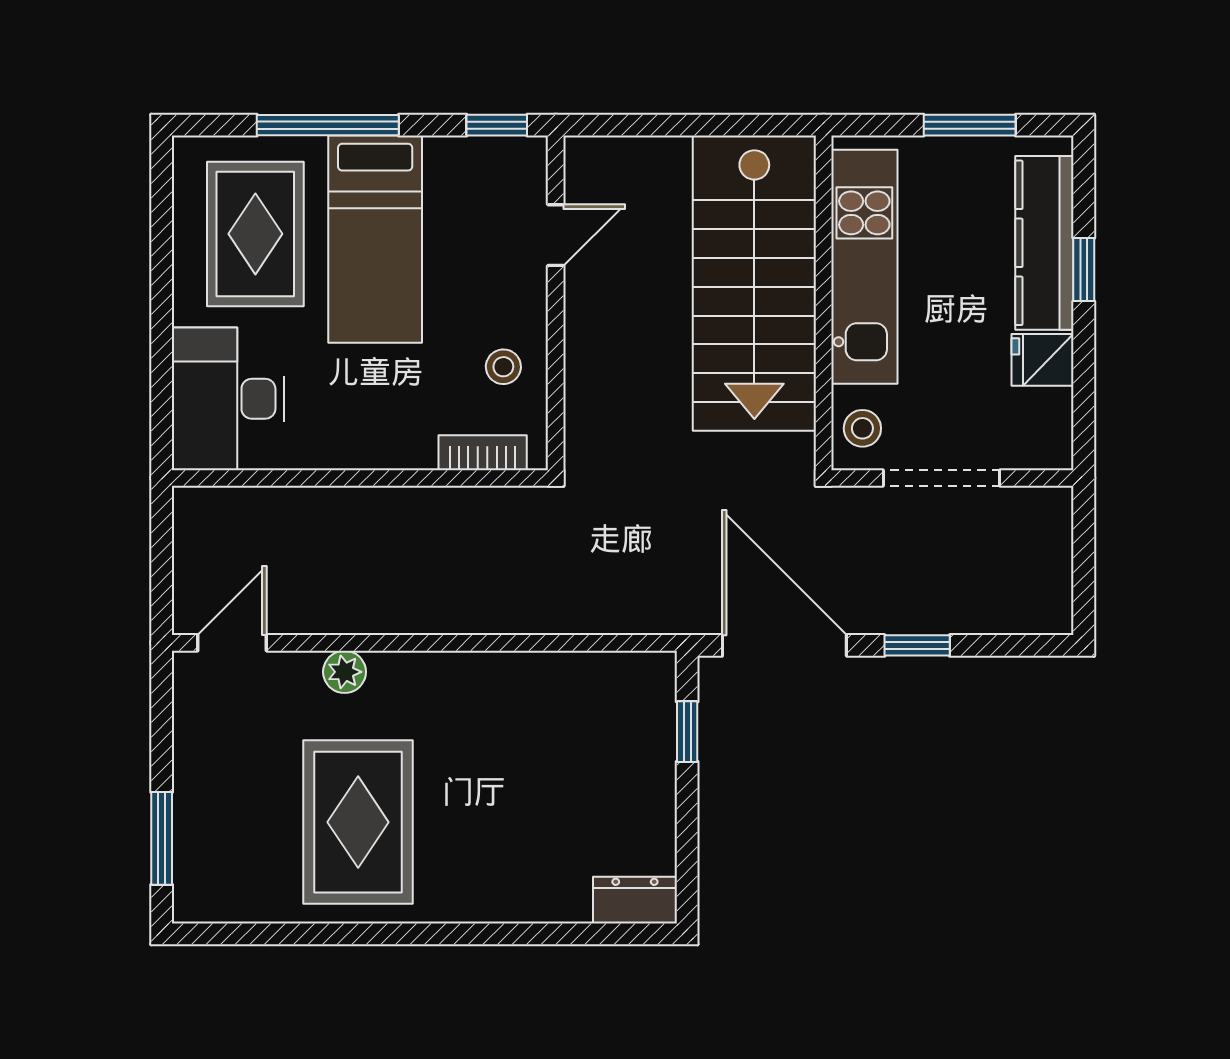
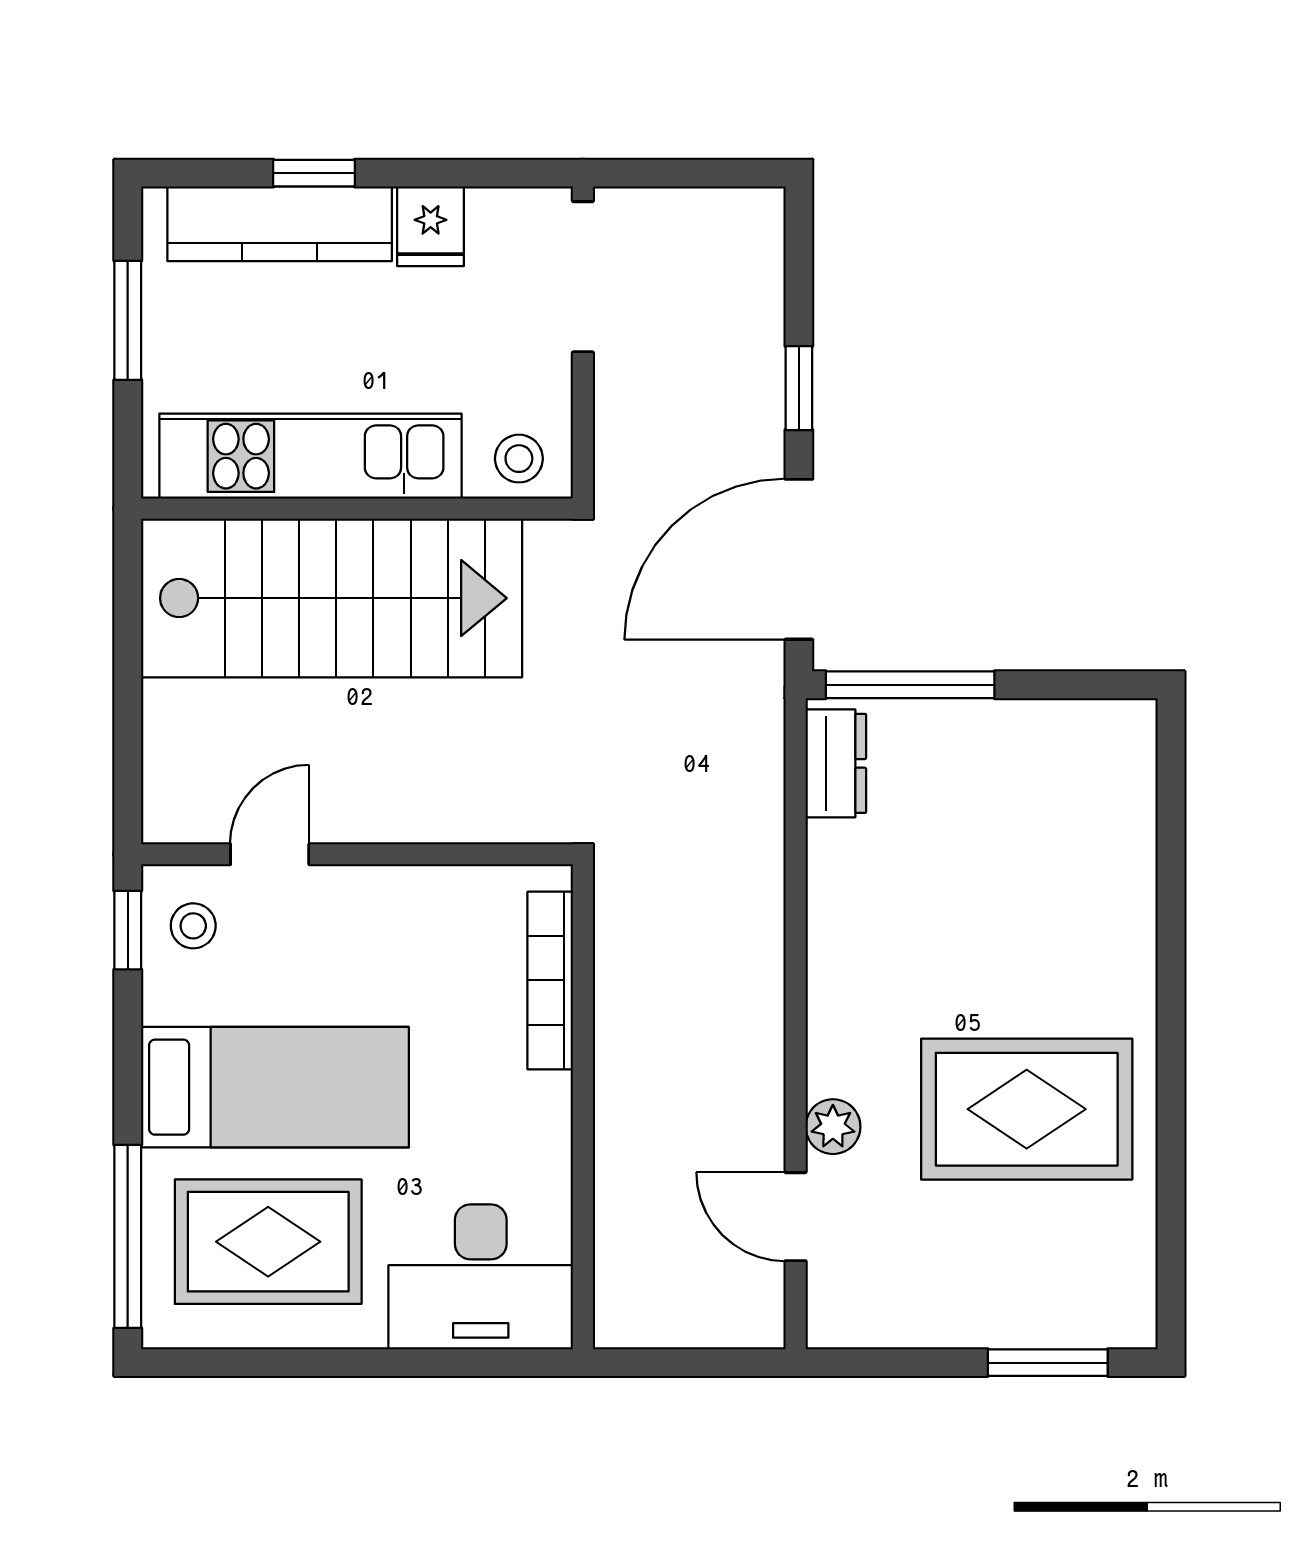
window: (328, 125) -> (128, 1236), moved
door: (556, 235) -> (270, 854), hinge flipped
stool: (503, 367) -> (193, 926), moved
bookcase: (483, 453) -> (550, 980), width x1.56
doorway: (941, 478) -> (583, 277), moved
door: (232, 643) -> (796, 1217), moved
window: (687, 732) -> (910, 685), width x2.17
dresser: (635, 900) -> (836, 763), moved, turned 180

